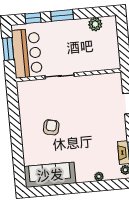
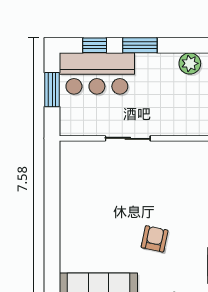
bar counter: (27, 53) -> (97, 73), moved, turned 90
armchair: (51, 127) -> (155, 239), moved

